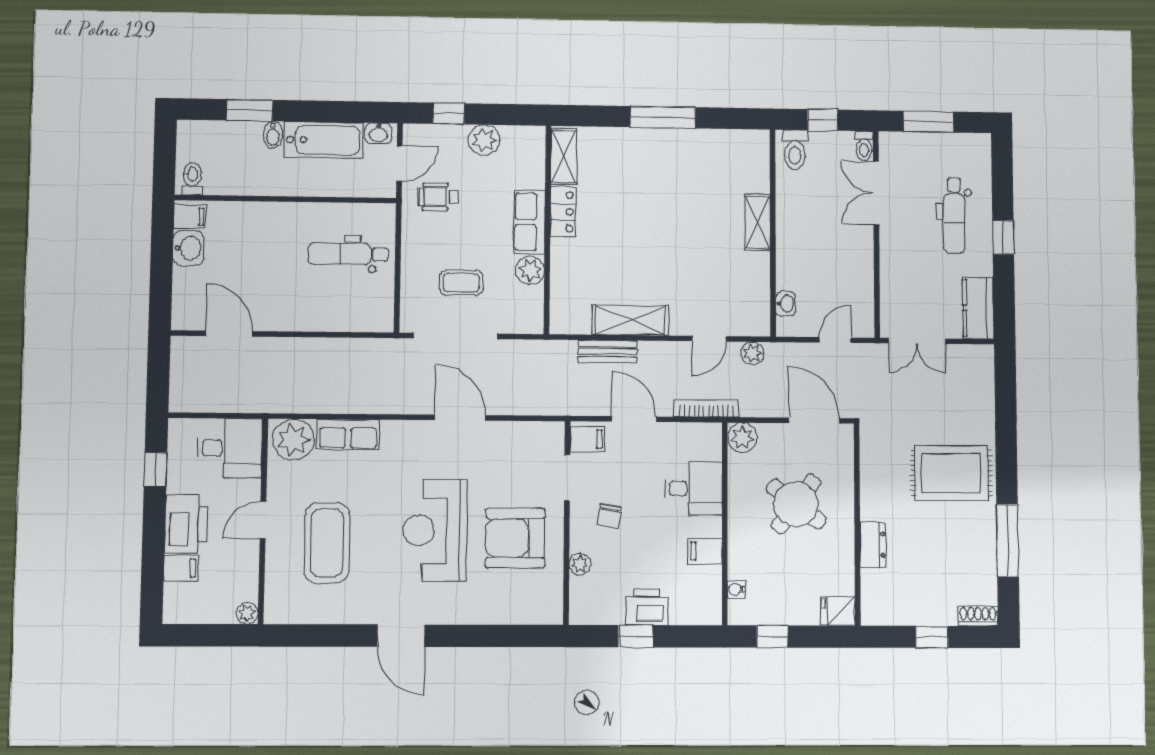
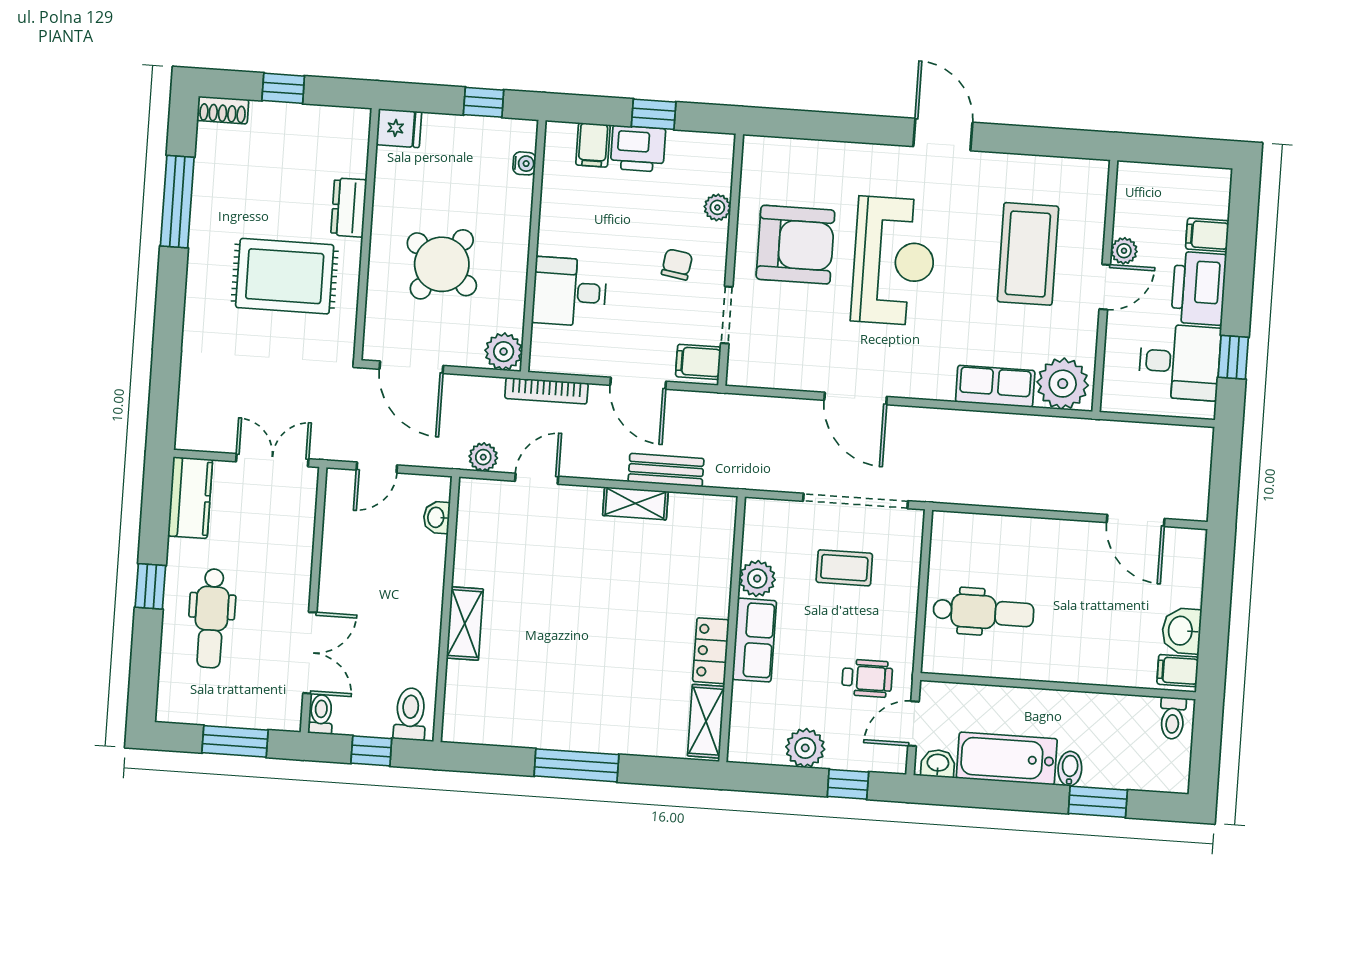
dental chair: (954, 215) -> (211, 618), turned 180
shelving: (630, 320) -> (635, 503), width x0.67, depth x0.75
desk: (230, 448) -> (1180, 362), moved, turned 180
rug: (951, 473) -> (285, 276), moved
filing cabinet: (705, 551) -> (593, 145), moved, turned 90
plant: (247, 613) -> (1124, 251), moved

